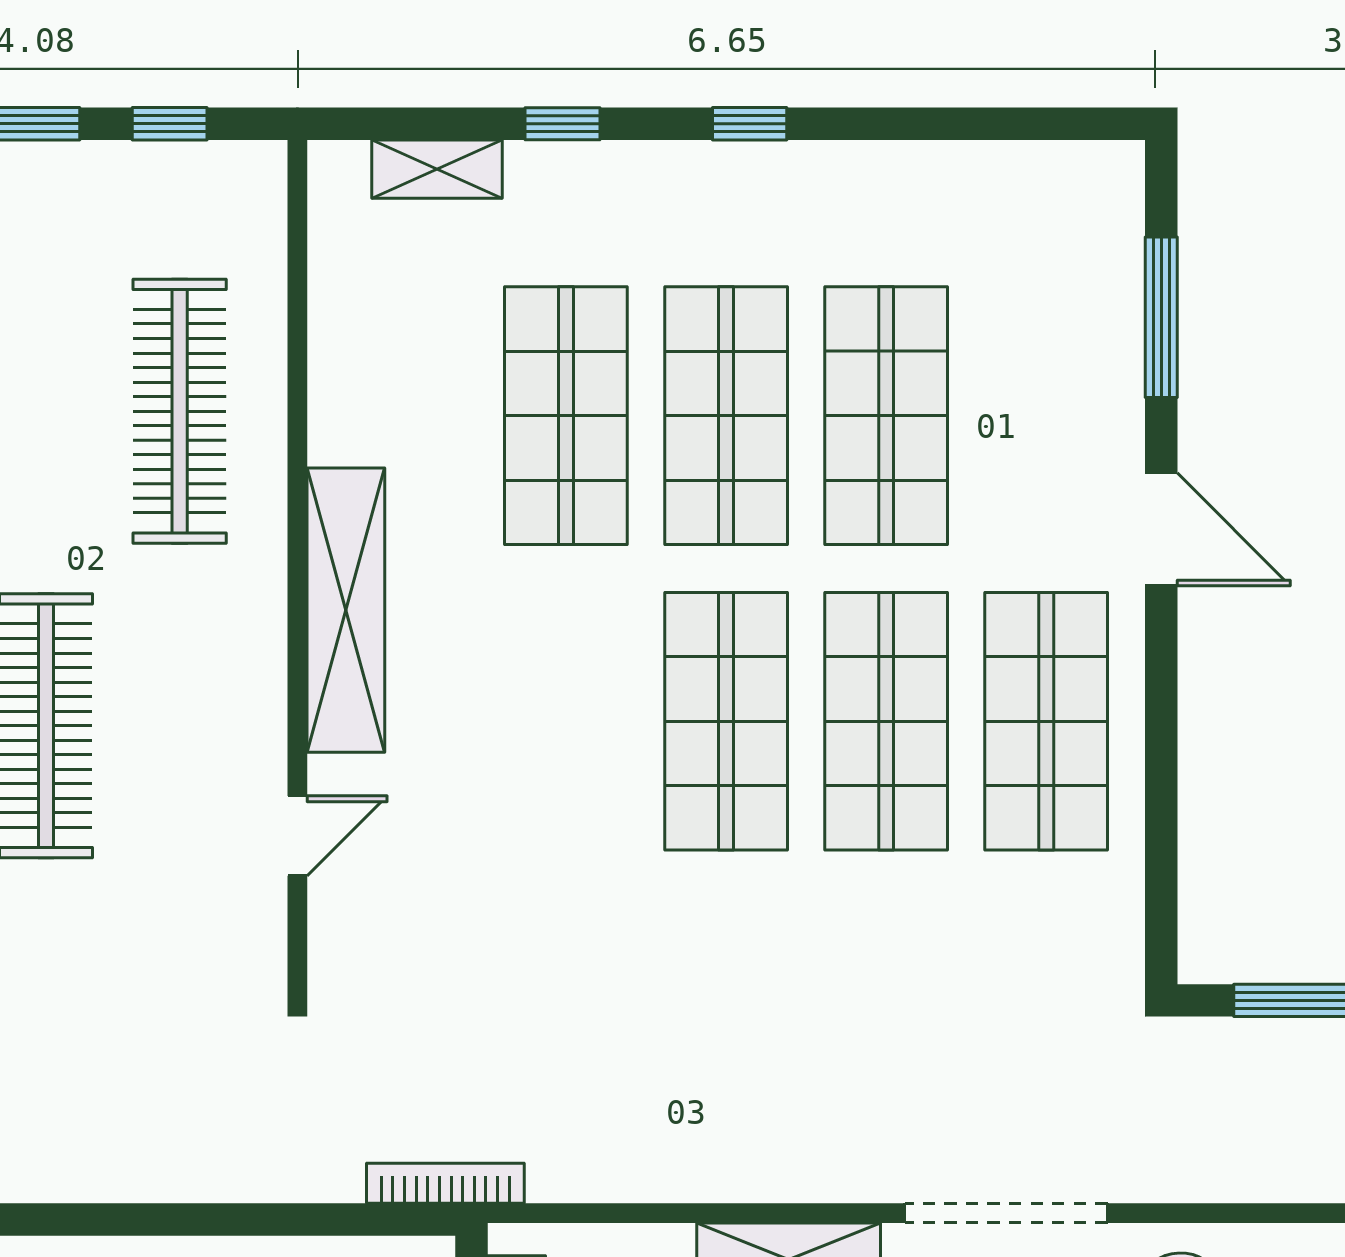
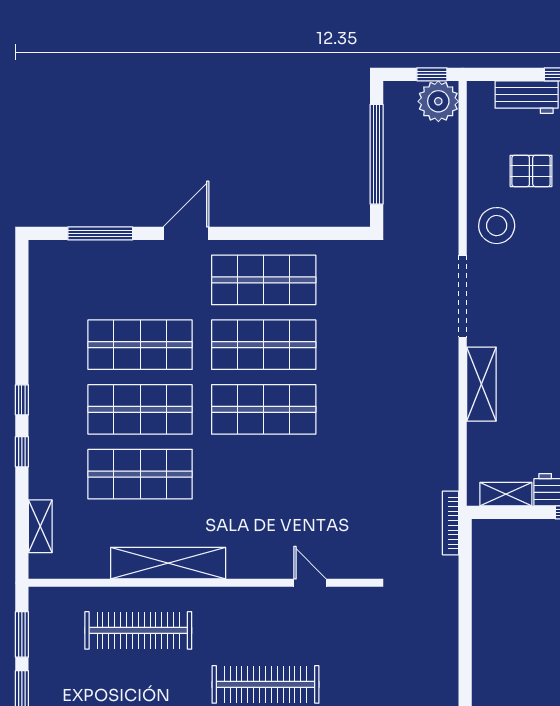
window: (170, 124) -> (22, 634), width x1.50
window: (562, 124) -> (22, 452), moved
shelving: (346, 610) -> (168, 563), moved

